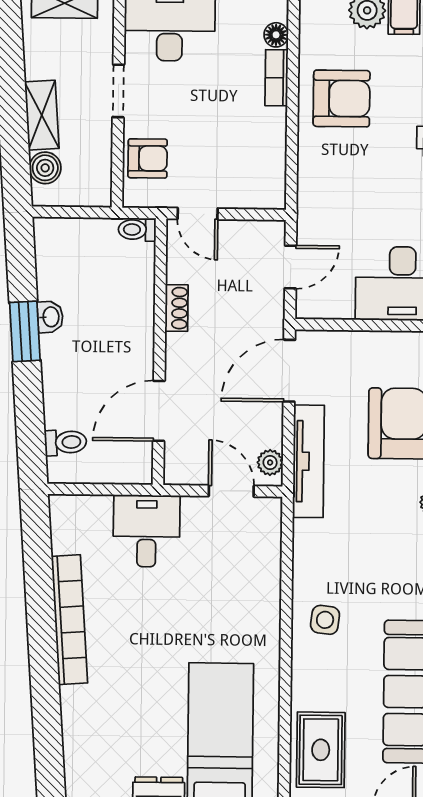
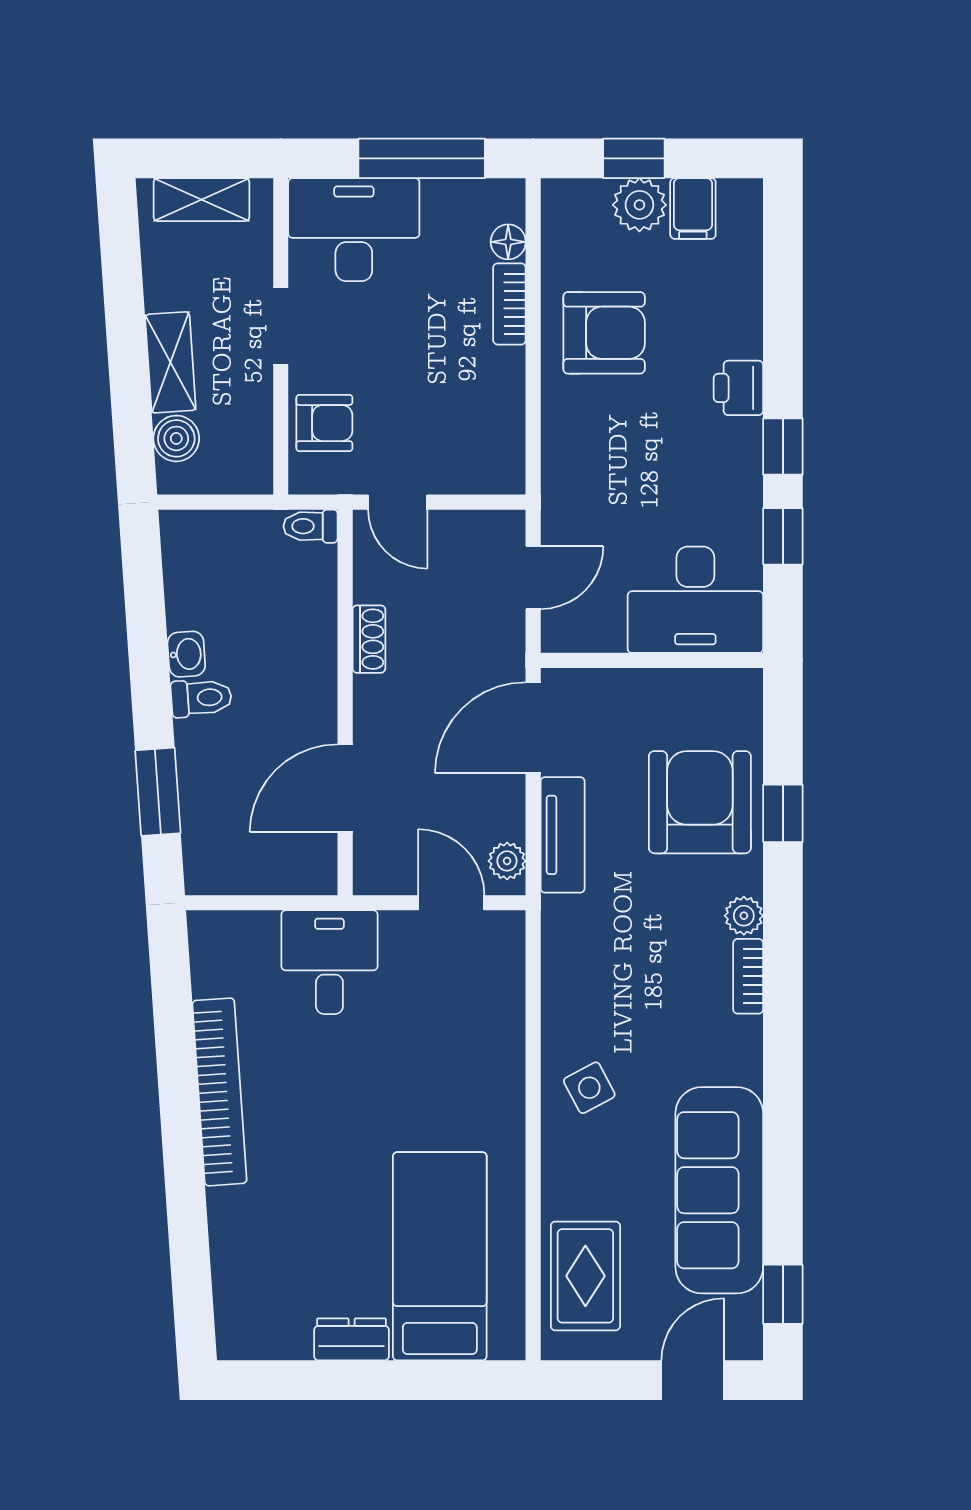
window: (25, 331) -> (158, 792), moved
toilet: (66, 442) -> (201, 698), moved
tv unit: (308, 461) -> (563, 835), width x0.71
side table: (325, 620) -> (589, 1088), turned -35

